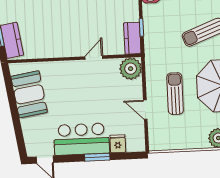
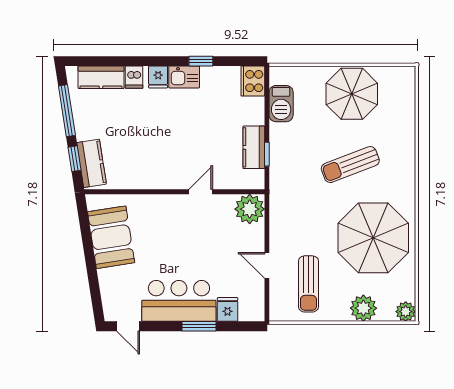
kitchen counter: (132, 38) -> (254, 147), moved
sun lounger: (175, 94) -> (308, 284), moved, turned 180

